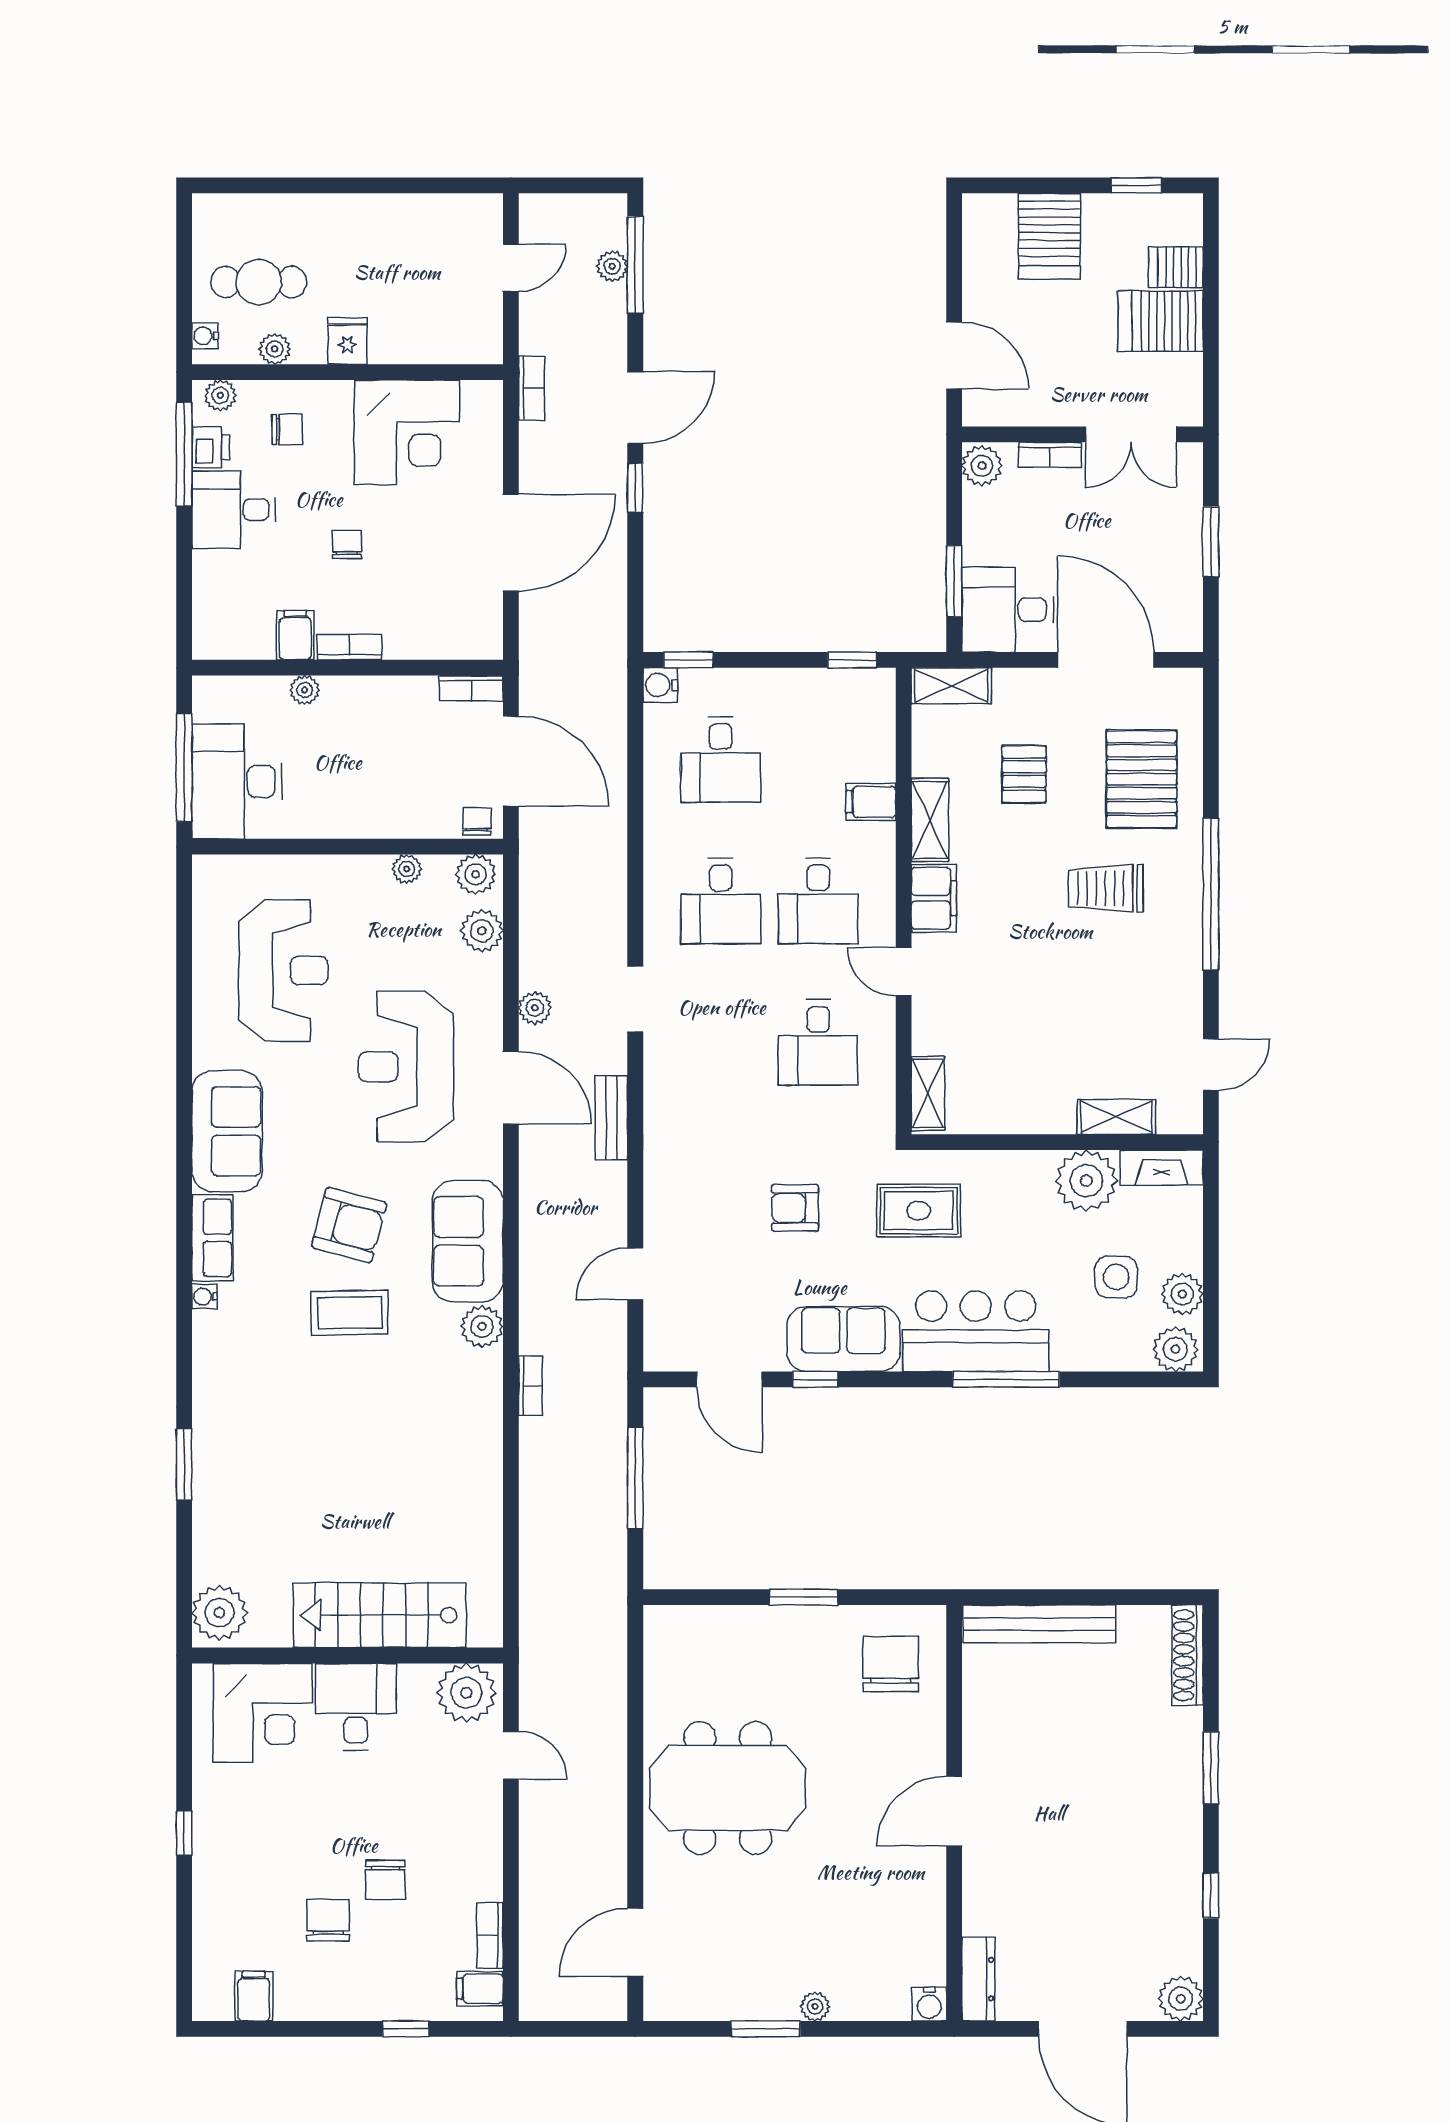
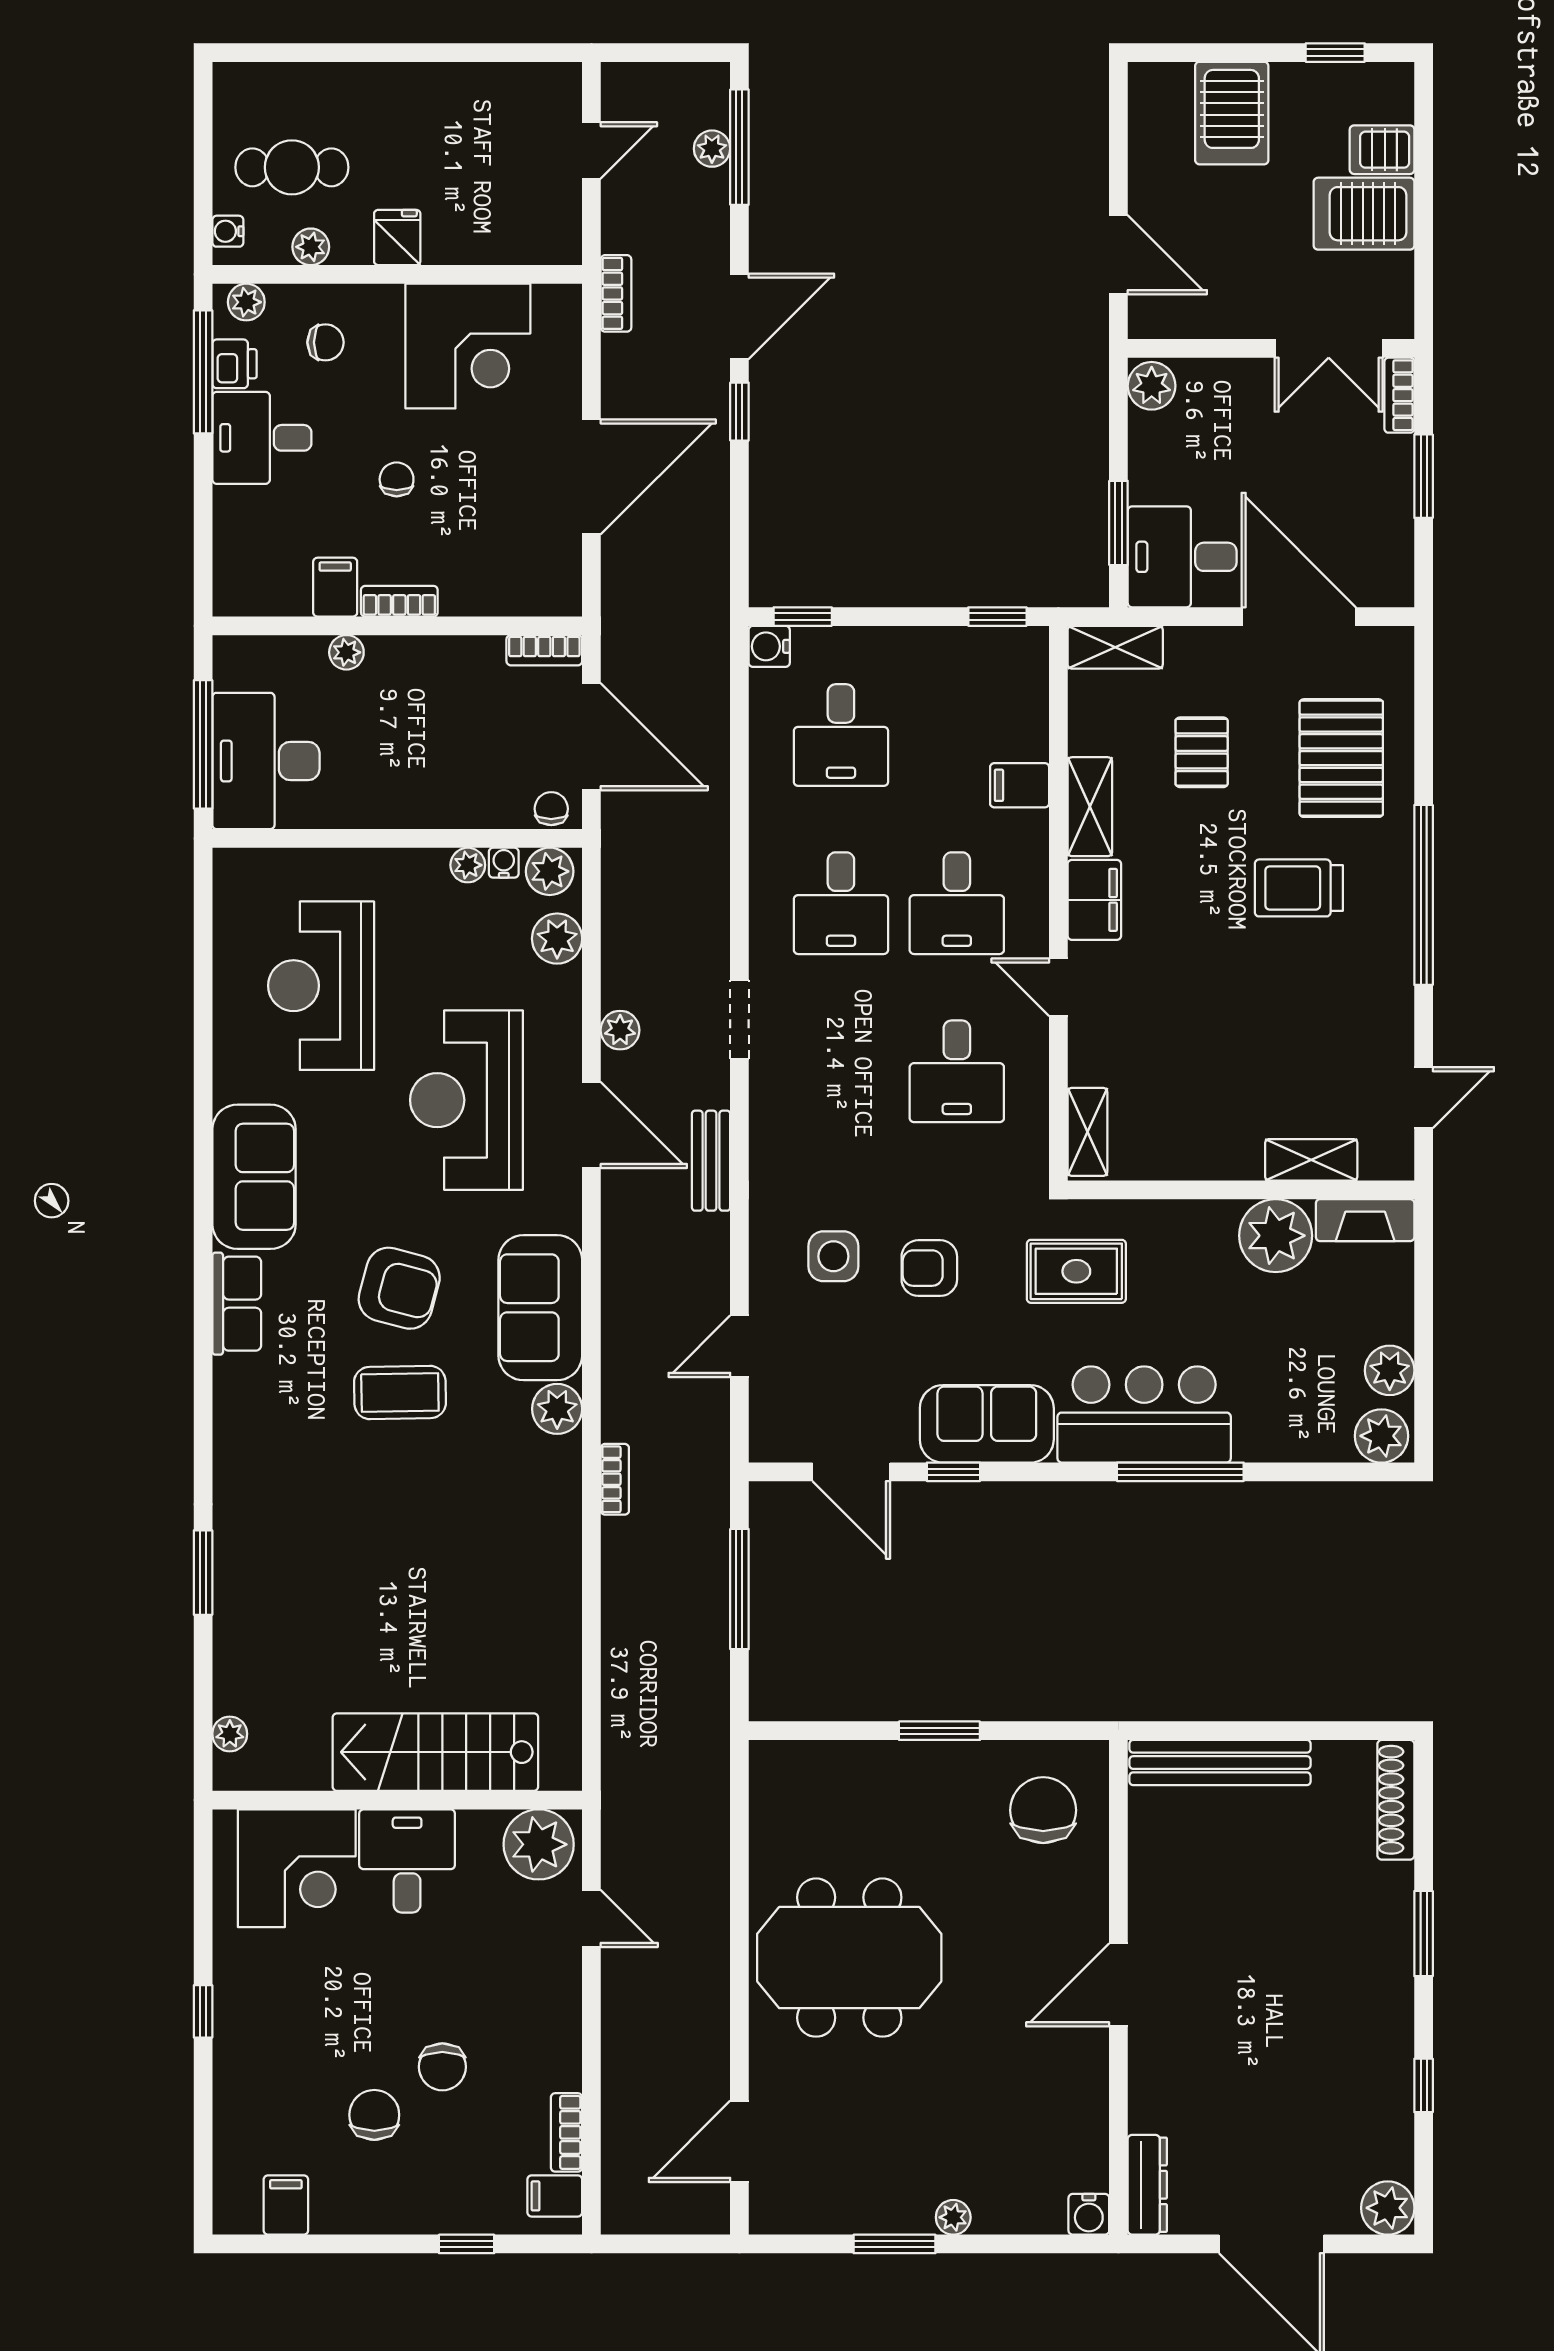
bookcase: (1050, 455) -> (1399, 395), moved, turned 90
reception desk: (283, 970) -> (321, 986), turned 180
side table: (1116, 1277) -> (833, 1256), moved
water cooler: (204, 1297) -> (504, 863), moved, turned 90
plant: (219, 1613) -> (230, 1734), width x0.53, depth x0.53

